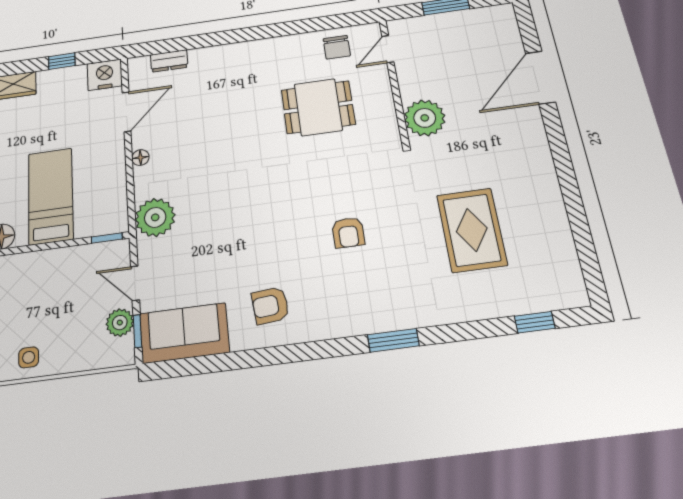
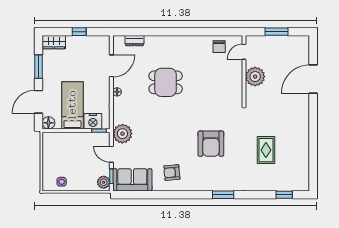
nightstand: (105, 75) -> (93, 121), moved, turned 180
dining table: (318, 107) -> (166, 82), moved
plant: (425, 118) -> (255, 77), moved
plant: (155, 217) -> (122, 134), moved
rug: (472, 230) -> (266, 150), width x0.73, depth x0.70
armchair: (348, 233) -> (211, 144), width x1.88, depth x1.88
plant: (120, 323) -> (104, 182), moved

